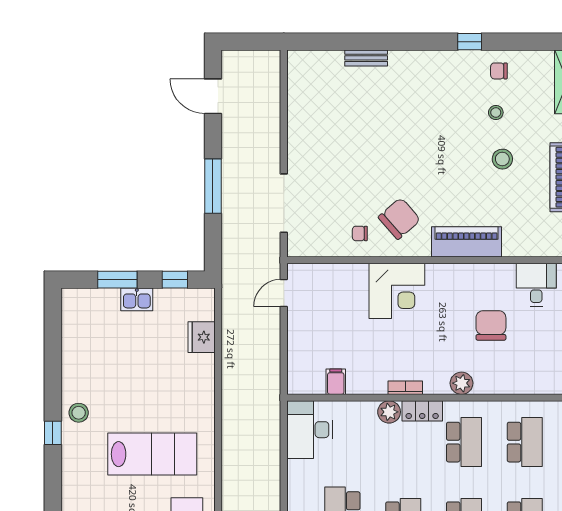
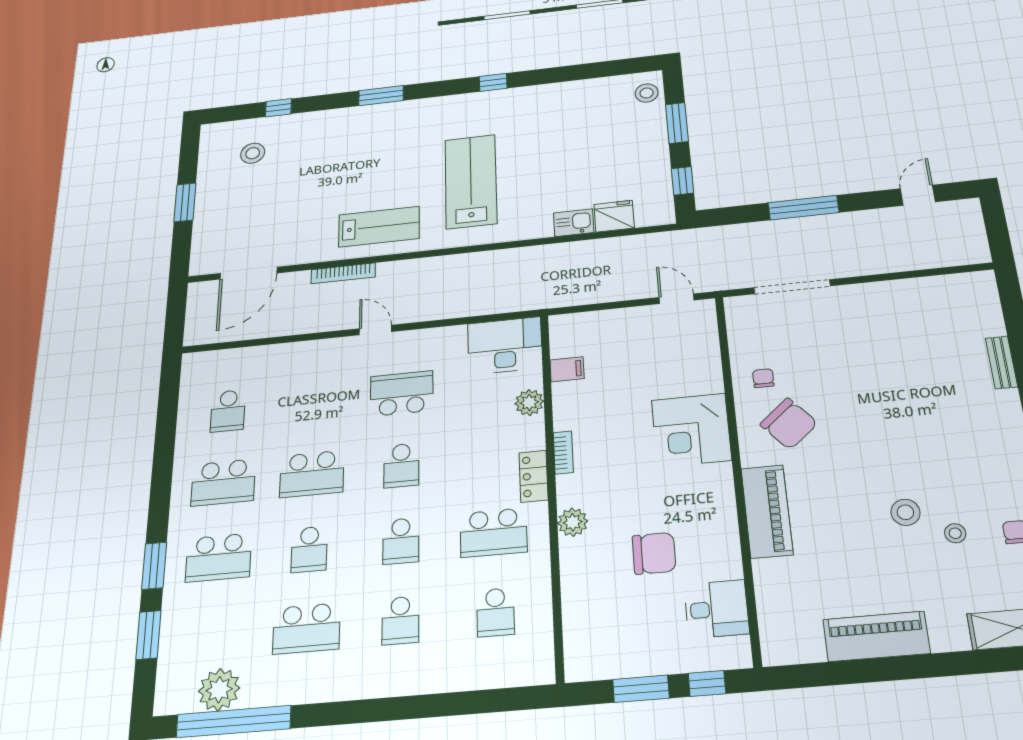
door: (213, 96) -> (918, 195), width x0.73
stool: (502, 159) -> (905, 512), moved
kitchen sink: (137, 299) -> (574, 223), moved, turned 90
plant: (389, 412) -> (529, 402), moved
stool: (79, 413) -> (647, 93), moved
school desk: (525, 442) -> (495, 612), width x0.54
lab bench: (152, 454) -> (471, 181), turned 180

